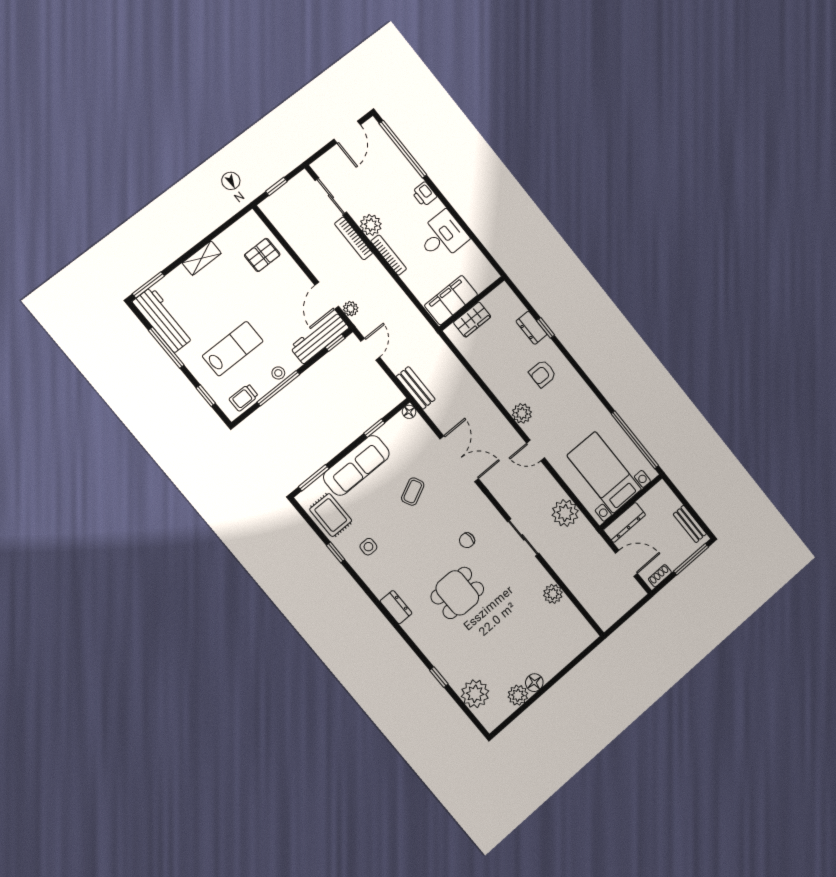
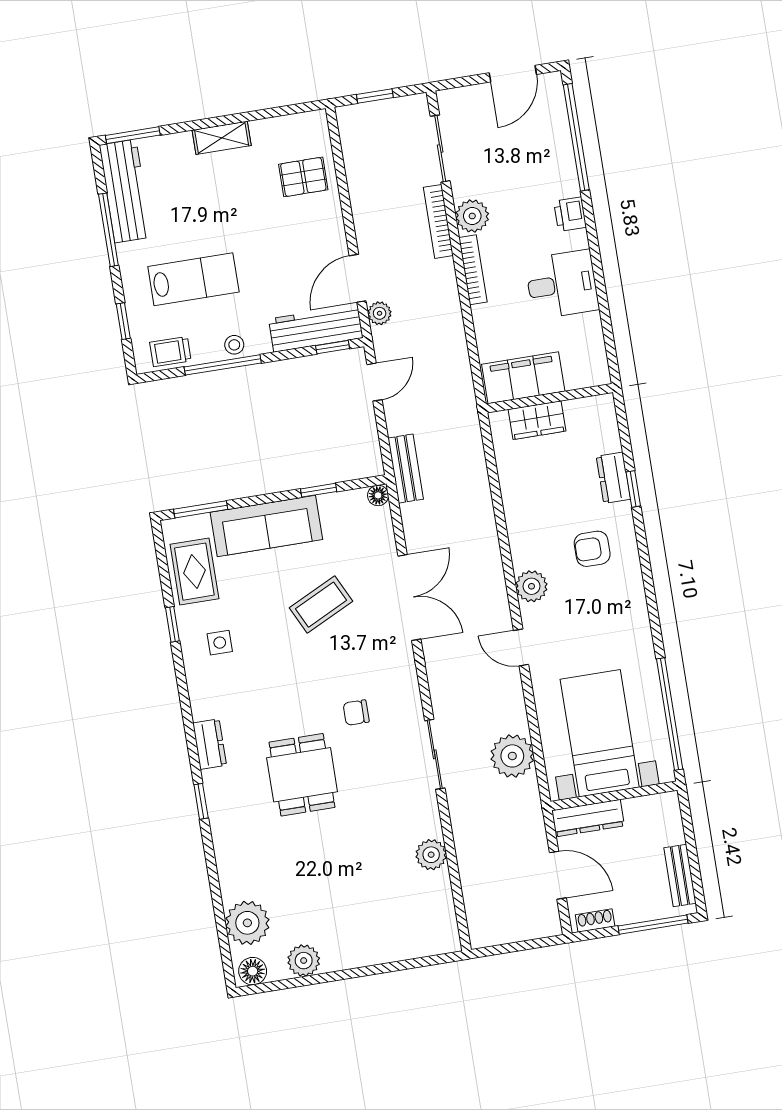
coffee table: (413, 492) -> (321, 605), width x1.36, depth x1.30
dining table: (457, 593) -> (302, 775), turned 90
window: (439, 677) -> (201, 801), moved
floor lamp: (534, 683) -> (253, 971), moved

